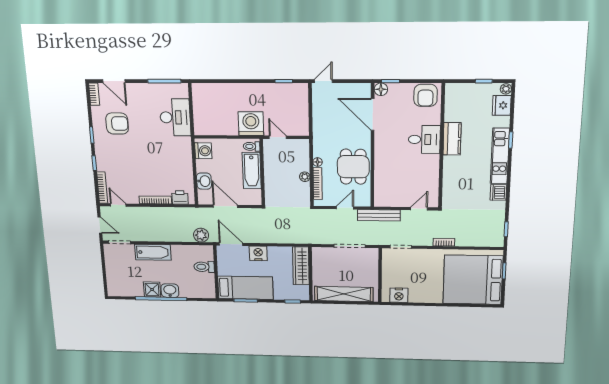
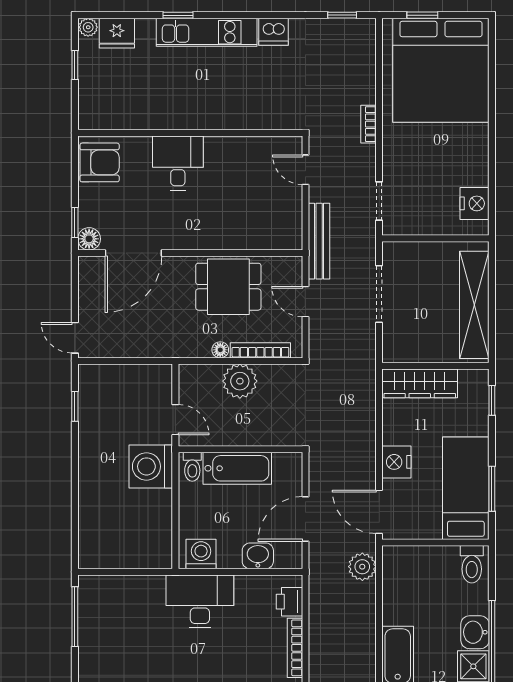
desk: (175, 117) -> (200, 601), moved
door: (278, 137) -> (175, 420), swing flipped
kitchen counter: (452, 139) -> (176, 115), removed
plant: (305, 177) -> (240, 381), width x1.87, depth x1.87
door: (231, 244) -> (379, 512), hinge flipped
toilet: (204, 267) -> (472, 564), moved

